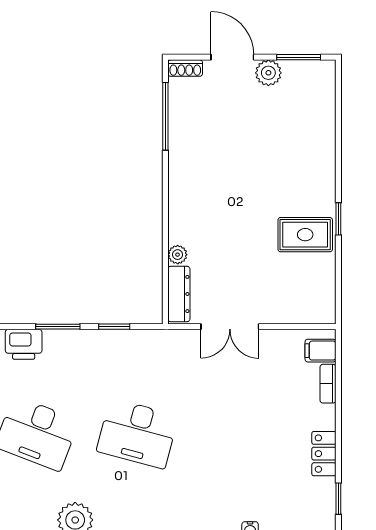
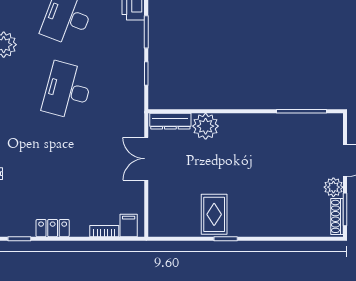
shoe rack: (185, 68) -> (337, 216), moved, width x1.43
plant: (178, 255) -> (206, 126), width x1.88, depth x1.88

